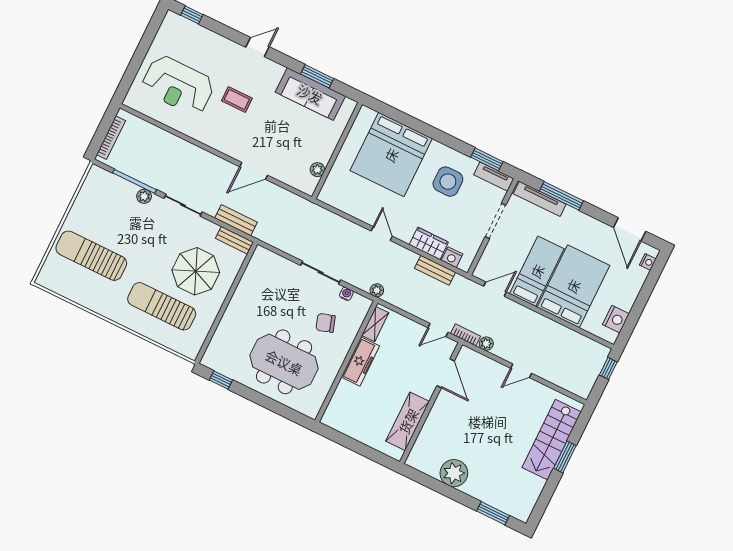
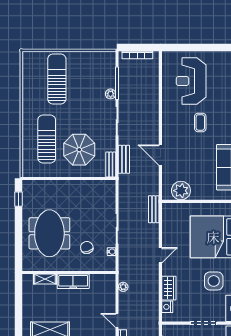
plant: (317, 170) -> (181, 191), width x1.88, depth x1.88
bench: (435, 270) -> (154, 209), moved
plant: (377, 290) -> (123, 287), moved
shelving: (375, 324) -> (45, 279), moved

